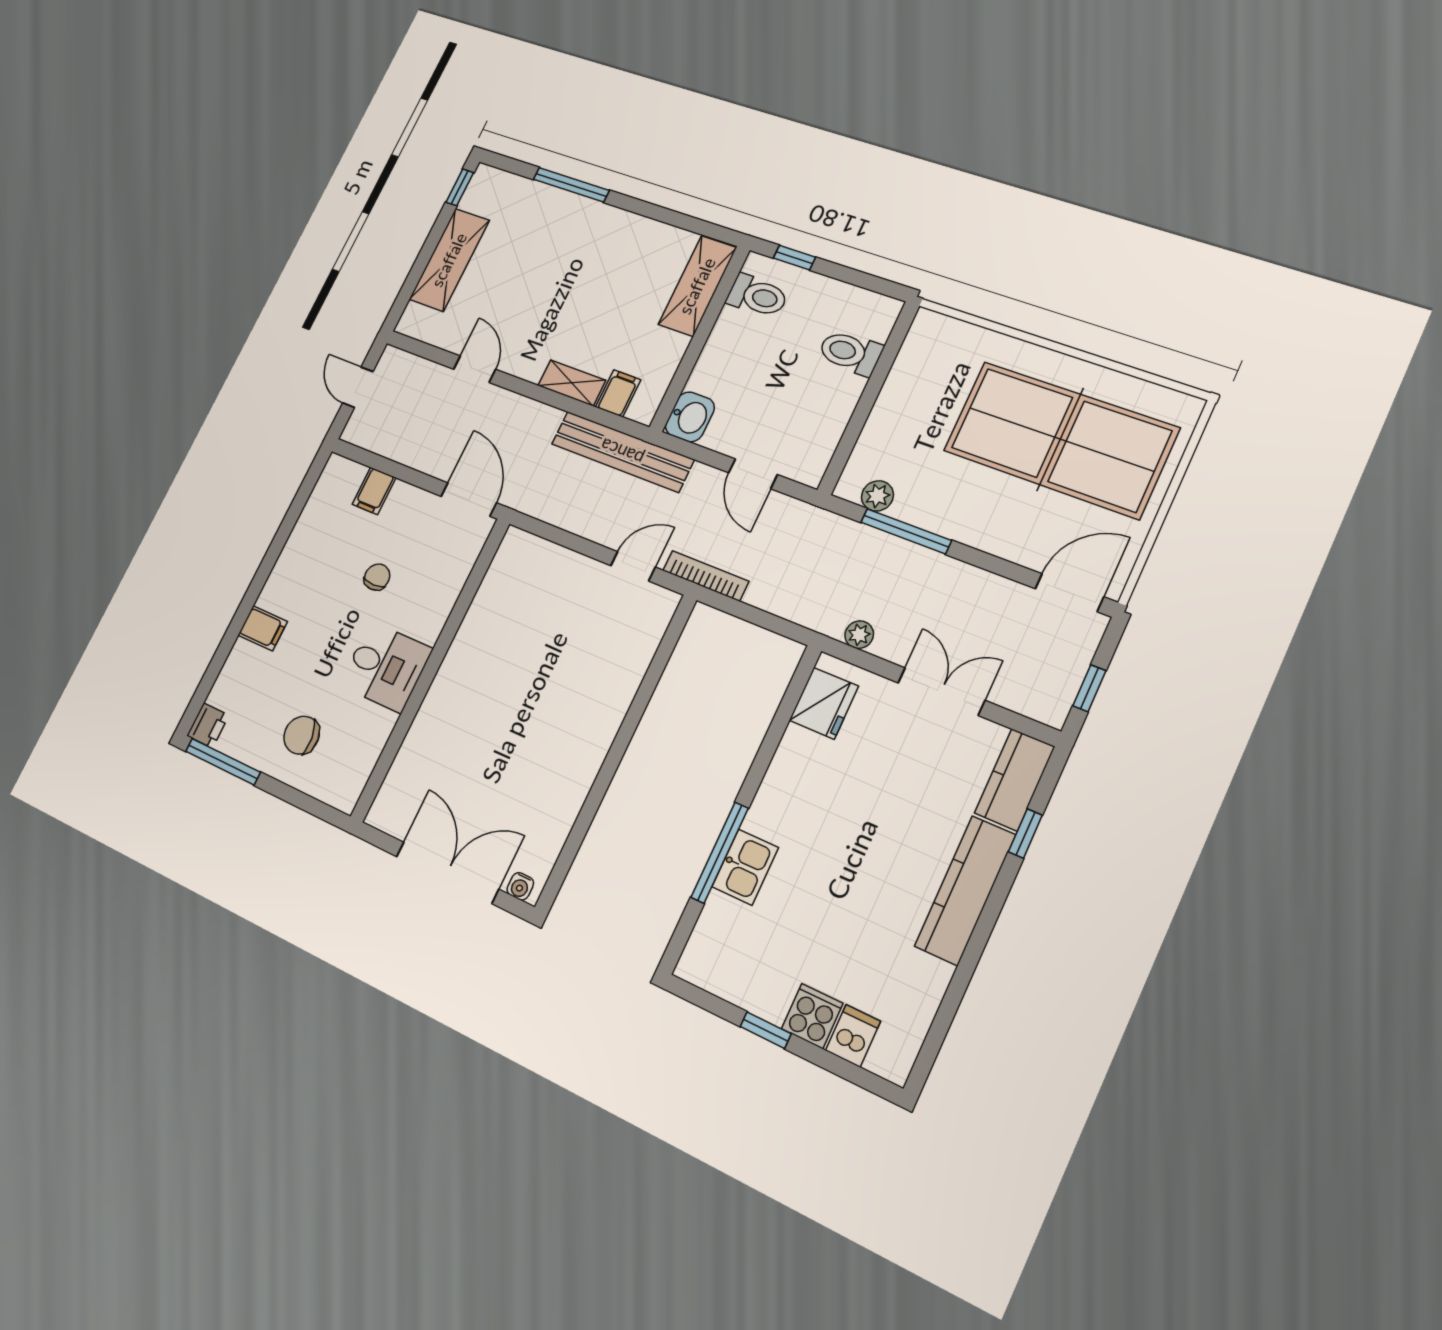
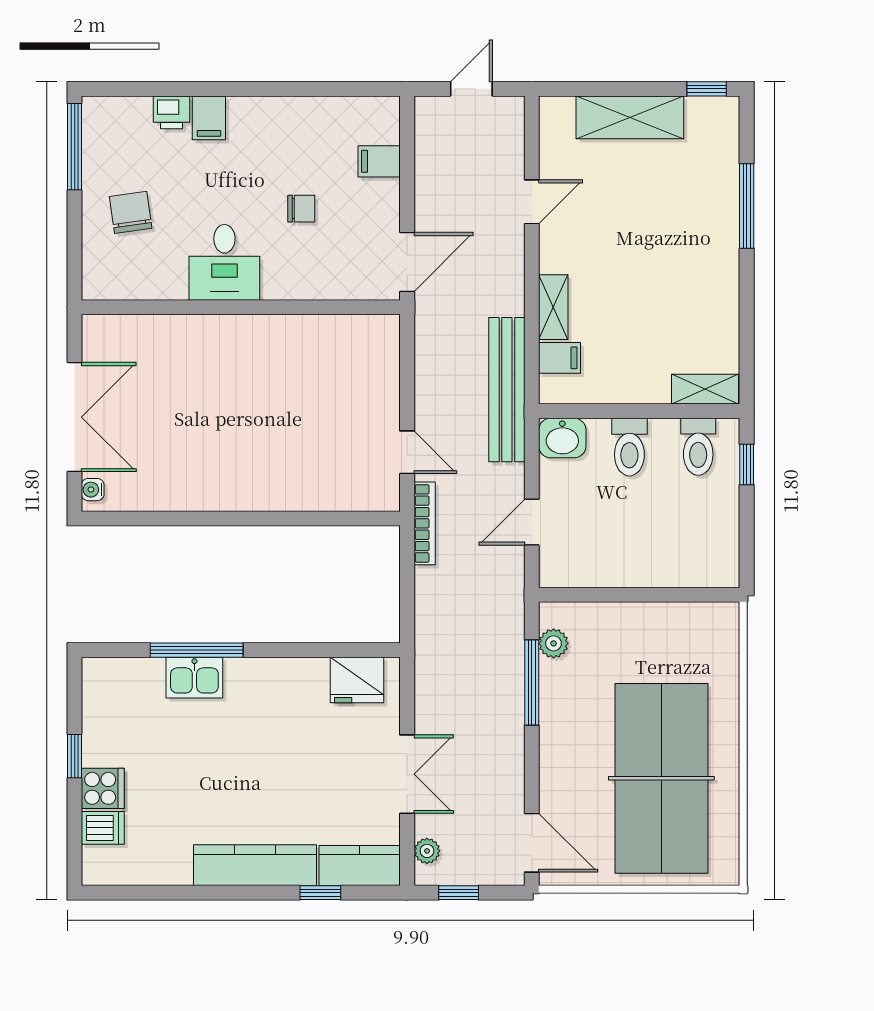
shelving: (697, 286) -> (705, 389), width x0.67, depth x0.75
toilet: (850, 353) -> (629, 447), moved, turned 180
plant: (859, 635) -> (427, 851), moved
printer: (208, 725) -> (171, 112), moved

